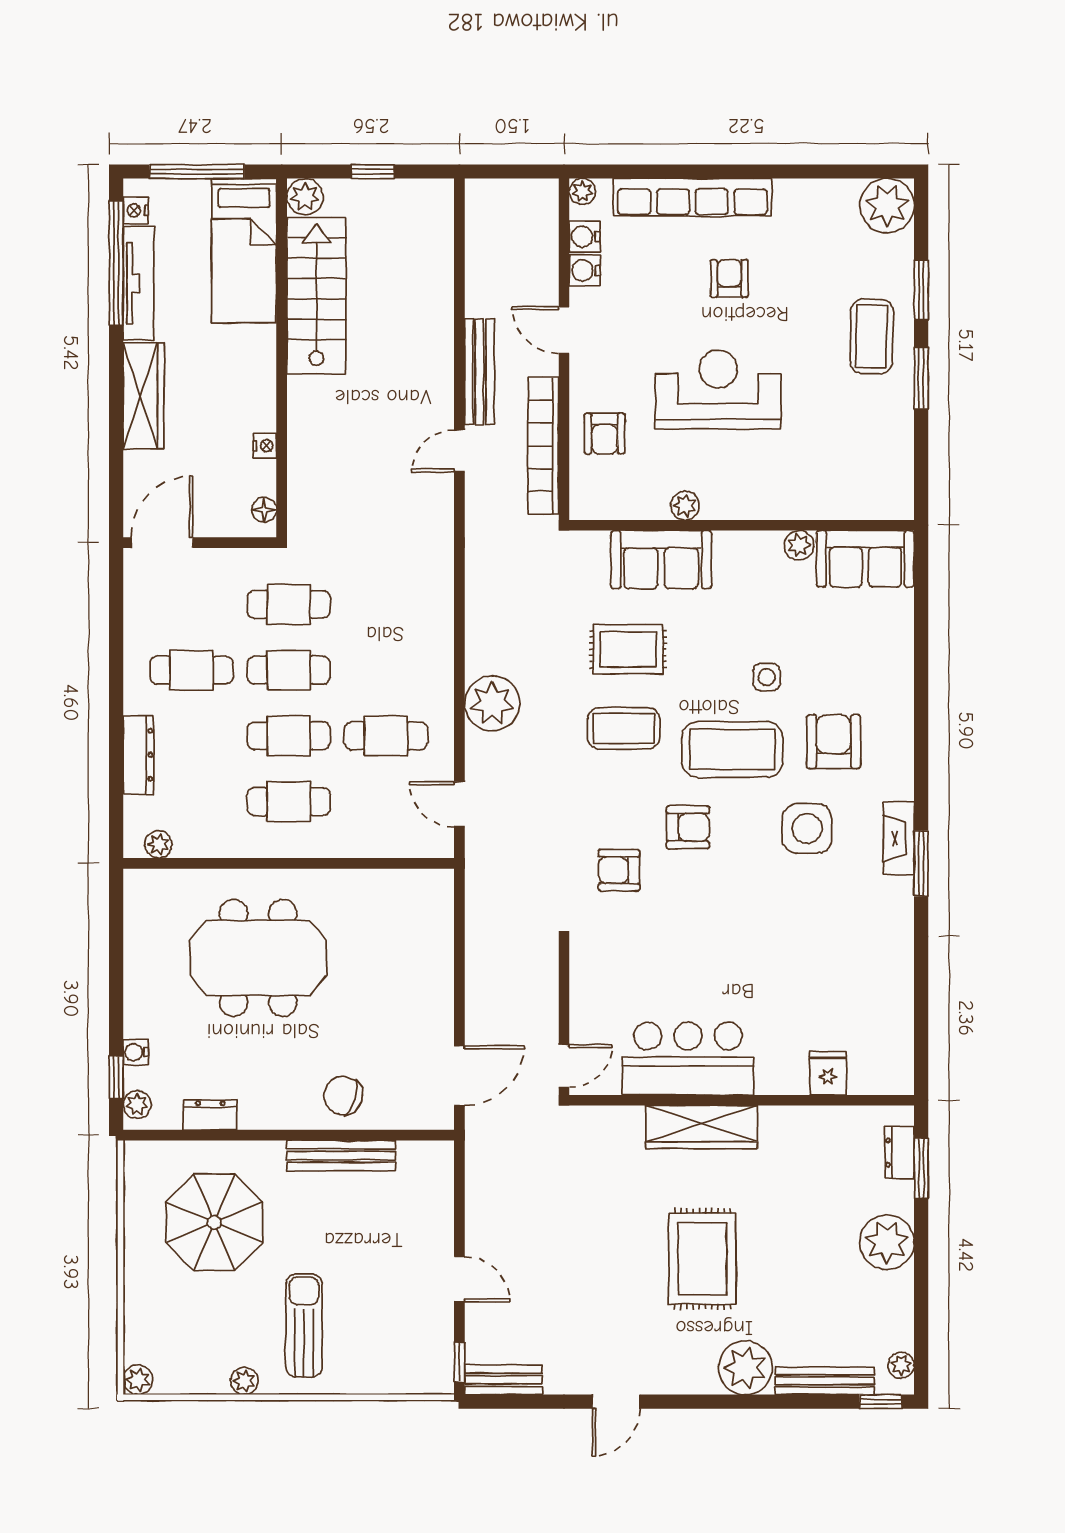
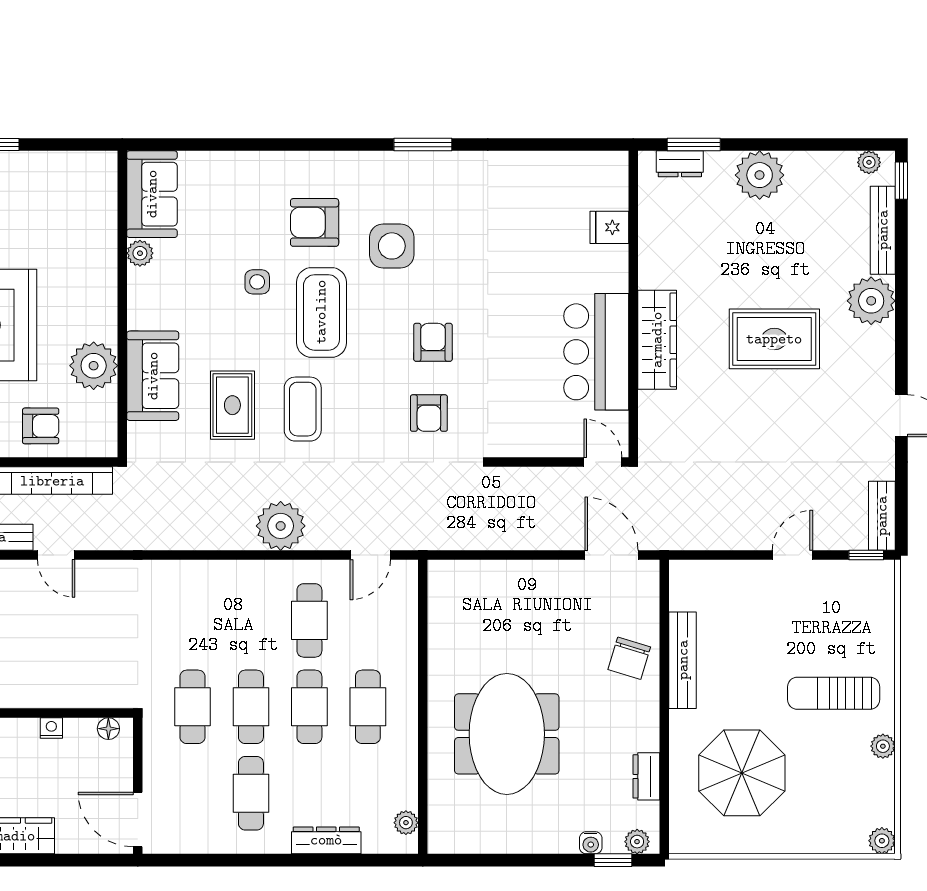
plant: (685, 506) -> (94, 366), width x1.87, depth x1.87
armchair: (688, 827) -> (433, 342), moved
fireplace: (899, 838) -> (401, 165), removed

